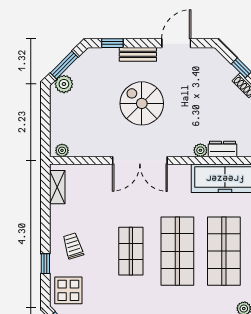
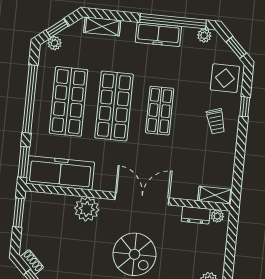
dresser: (222, 149) -> (196, 215), moved
plant: (200, 150) -> (87, 209), width x1.88, depth x1.88
shelving: (57, 187) -> (215, 195), moved, turned 90

